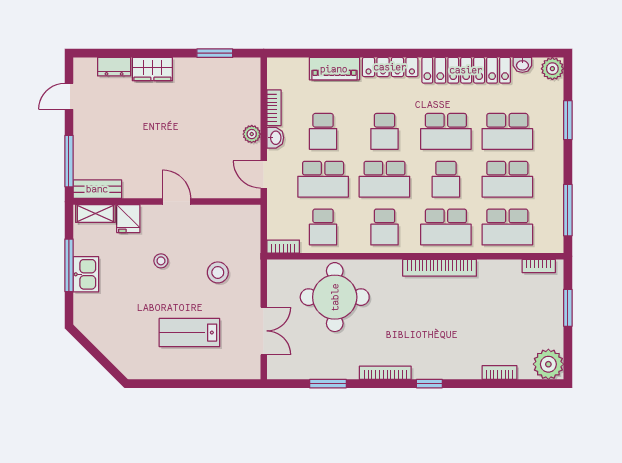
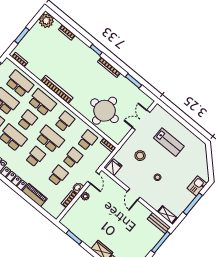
school desk: (323, 179) -> (73, 158), width x0.54
fridge: (128, 219) -> (114, 167), moved
kitchen sink: (86, 274) -> (197, 186), moved

